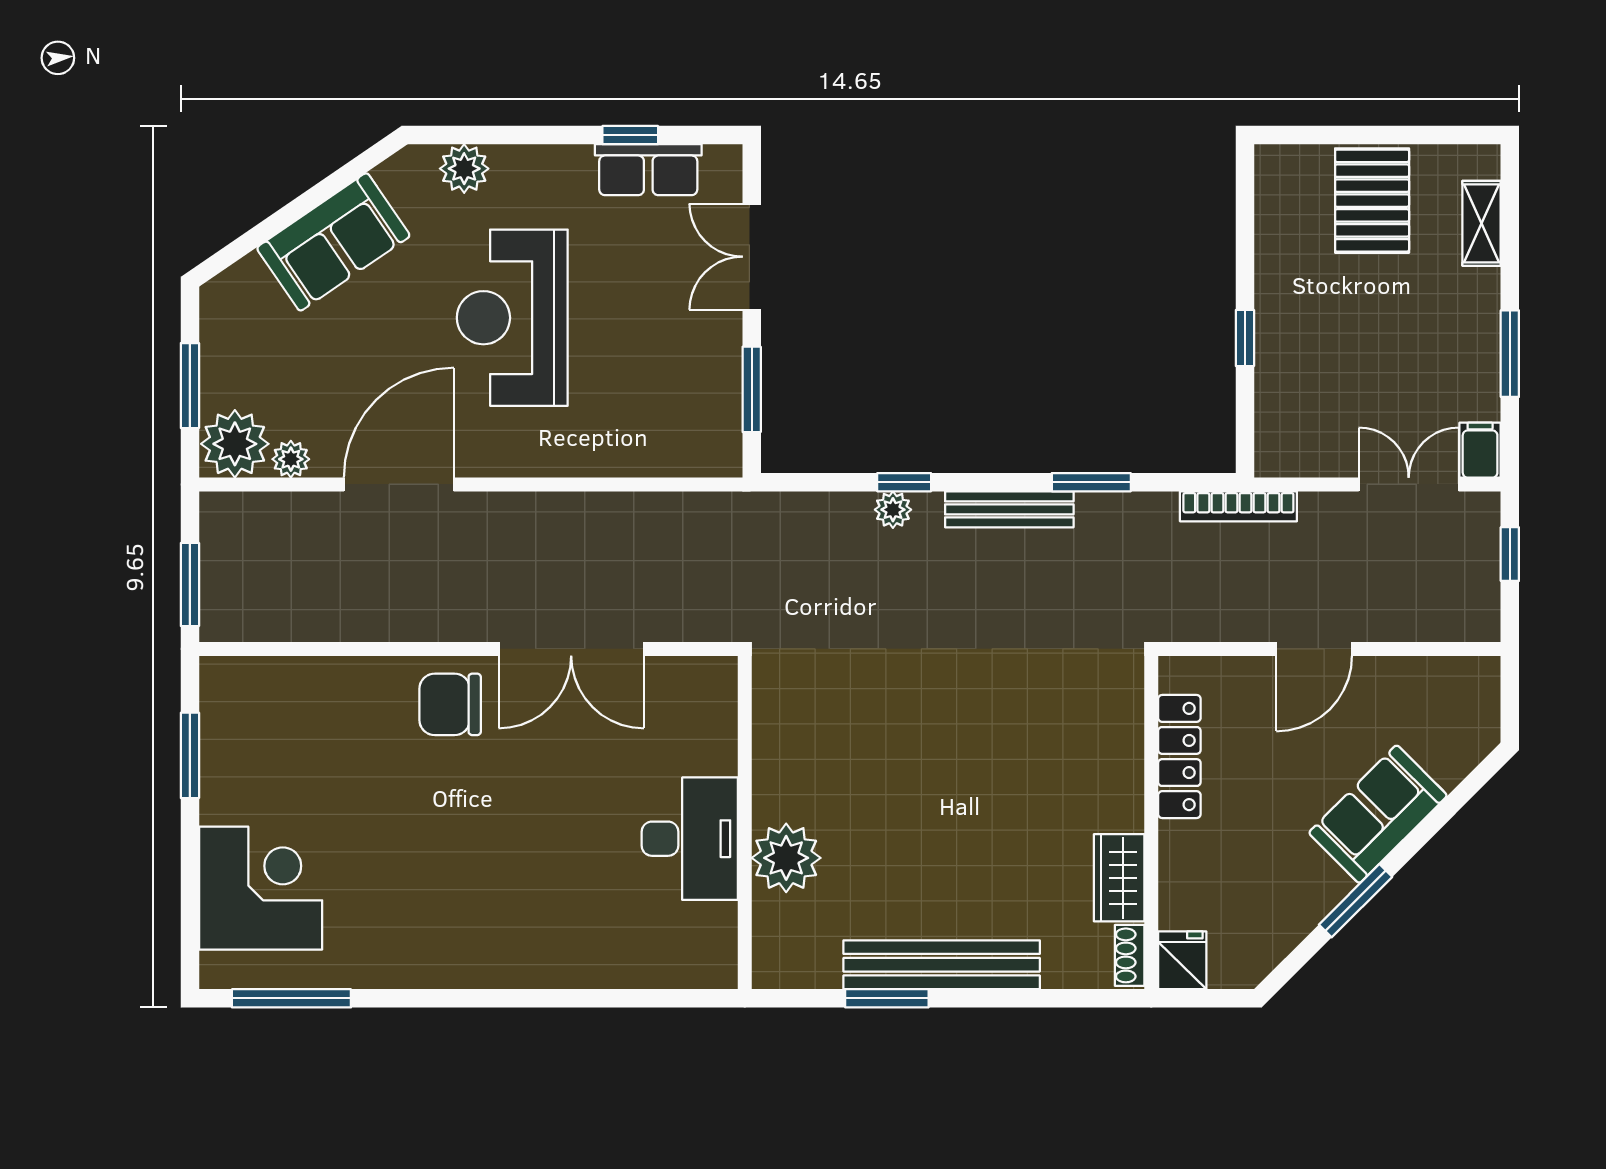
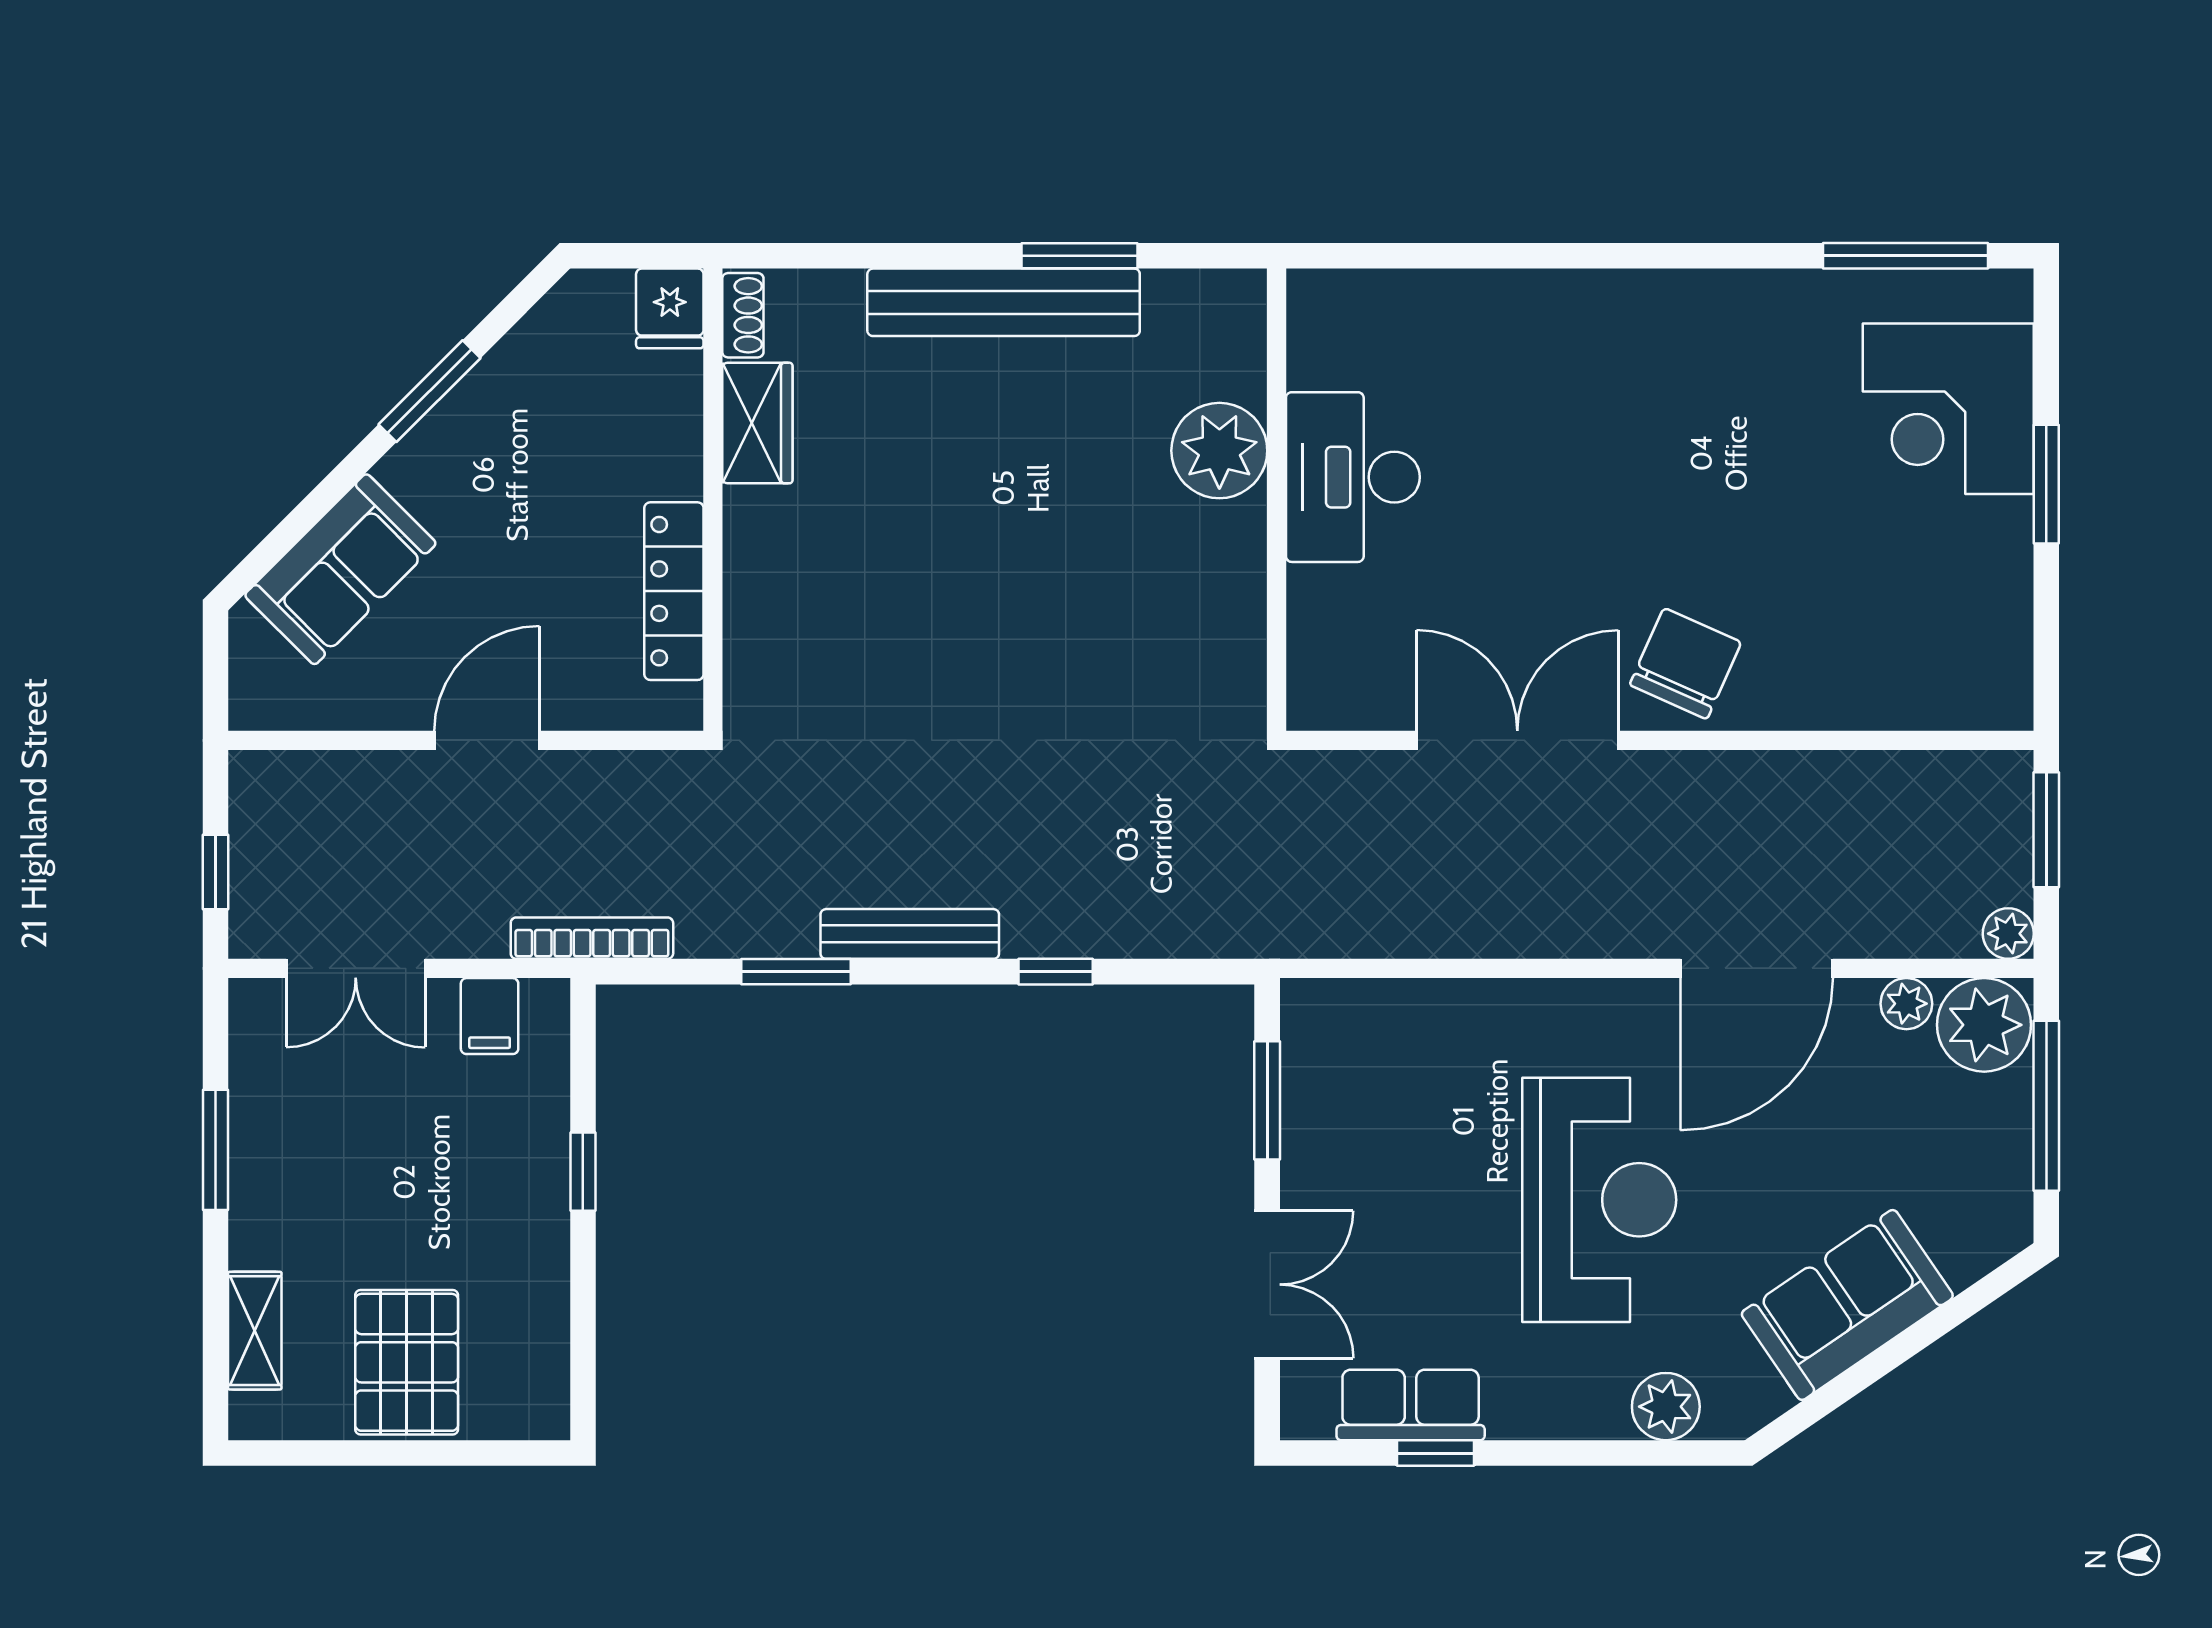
window: (190, 386) -> (2046, 1106), width x1.44
filing cabinet: (1480, 450) -> (490, 1016), moved
plant: (893, 510) -> (2008, 934), moved
chair: (450, 704) -> (1685, 663), turned -66
window: (190, 755) -> (2046, 484), moved
sofa: (1378, 814) -> (340, 569), moved

